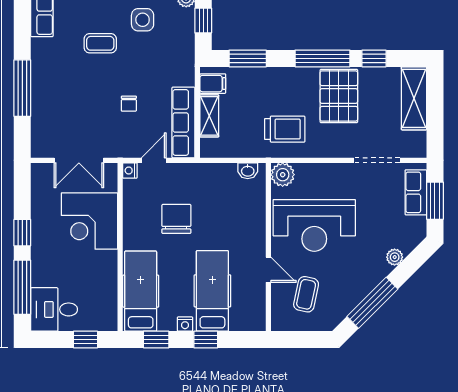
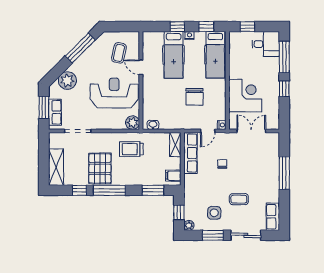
shelving: (209, 116) -> (175, 145), moved
plant: (395, 257) -> (67, 81), width x1.87, depth x1.87

